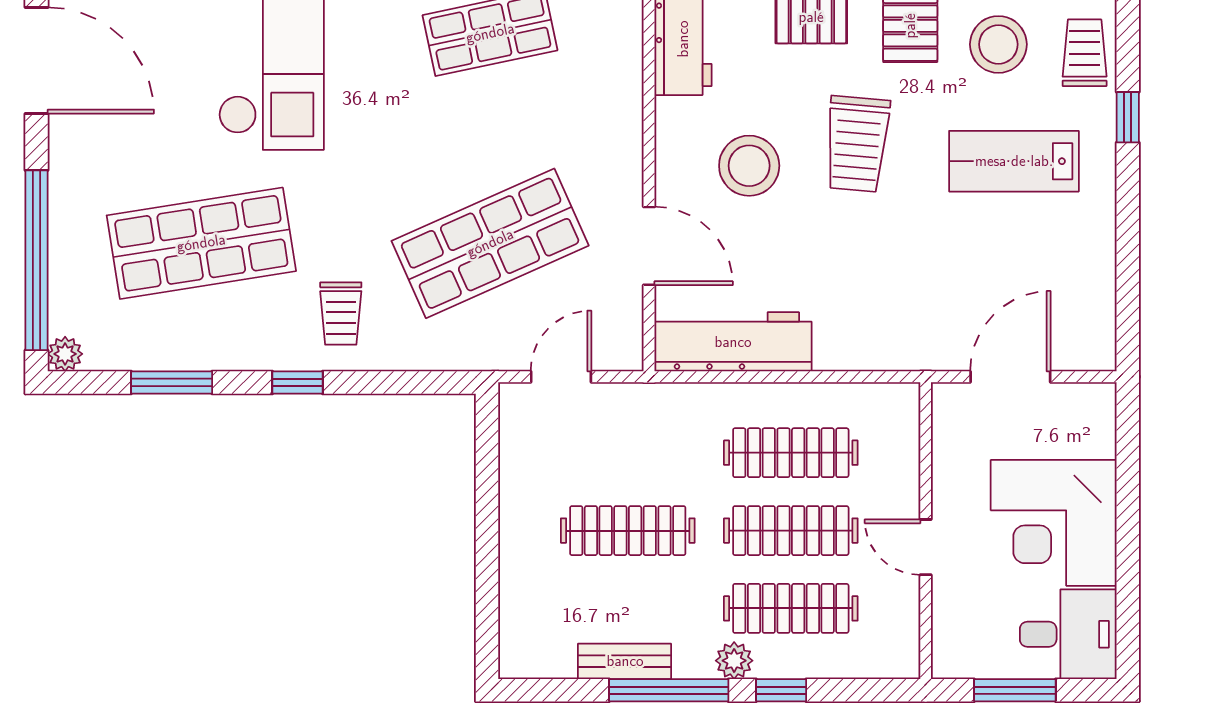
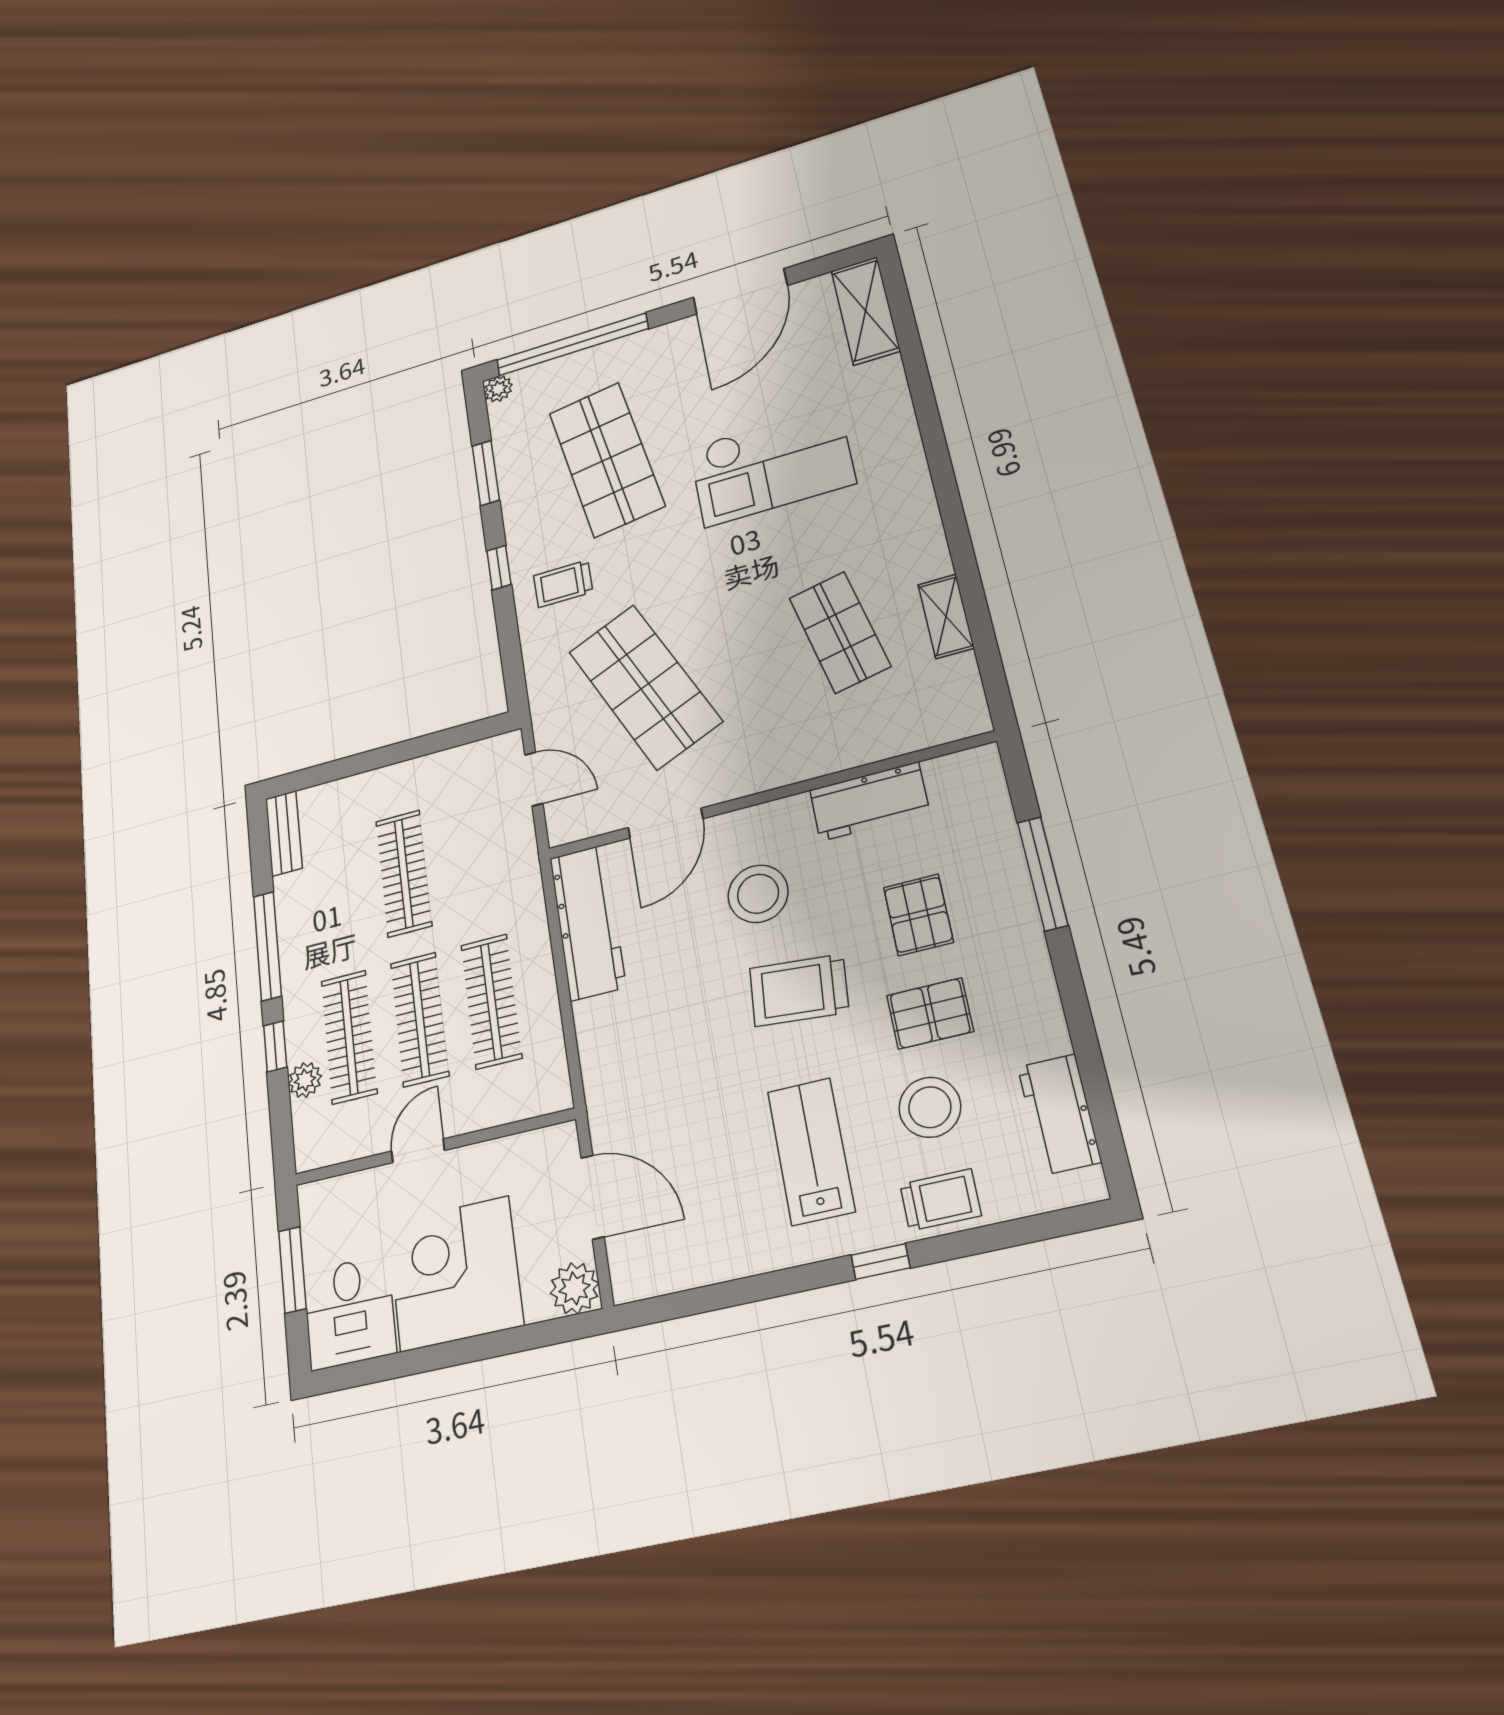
plant: (1092, 406) -> (575, 1288), added
bench: (625, 661) -> (284, 833), moved
plant: (734, 661) -> (305, 1080), moved

